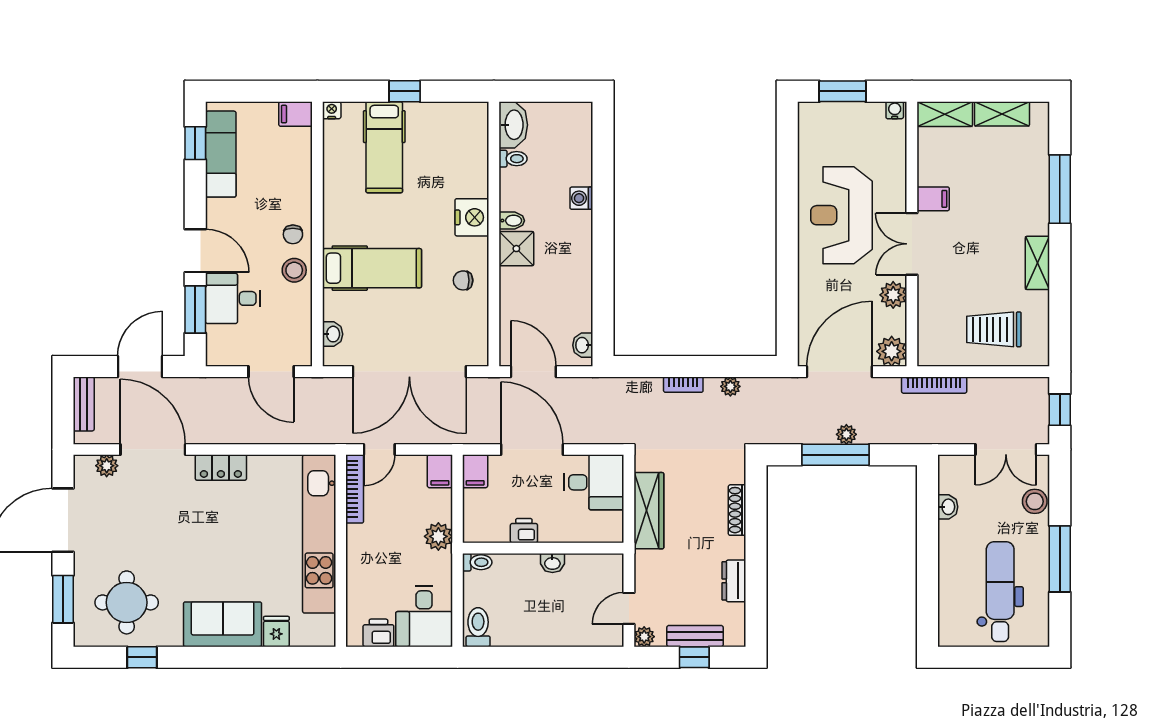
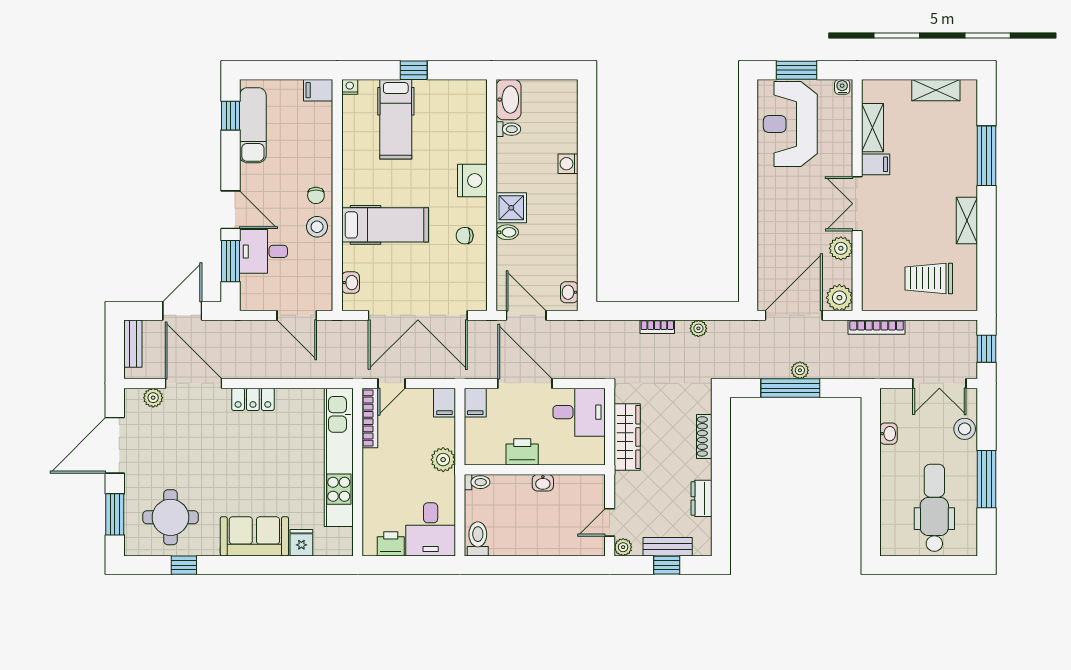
shelving: (945, 114) -> (873, 128), moved, turned 90
reception desk: (841, 215) -> (790, 124), moved
bidet: (512, 221) -> (507, 232), moved
printer: (524, 531) -> (522, 452), width x1.36, depth x1.24

